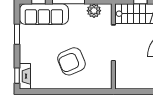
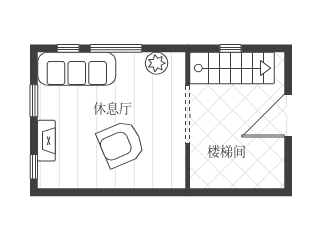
fireplace: (25, 76) -> (46, 141), moved

